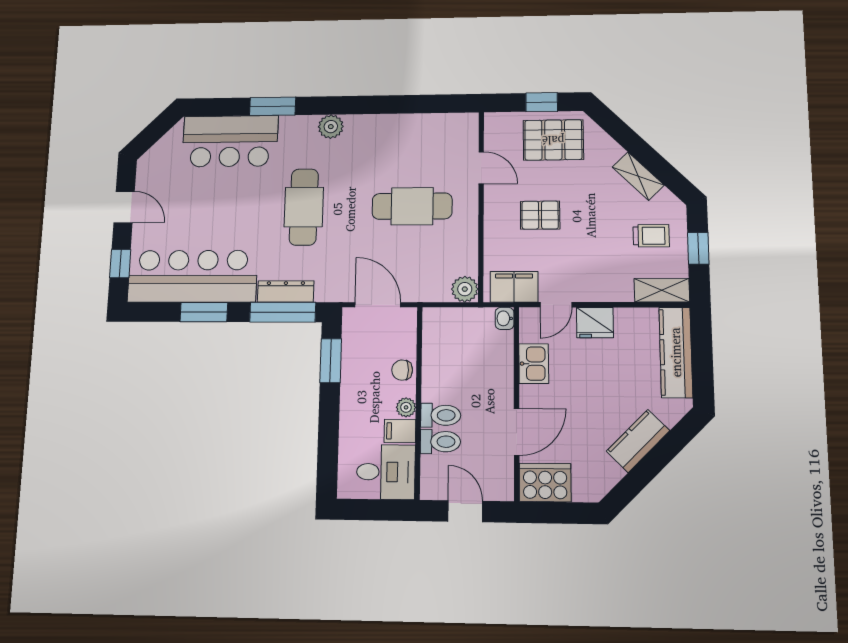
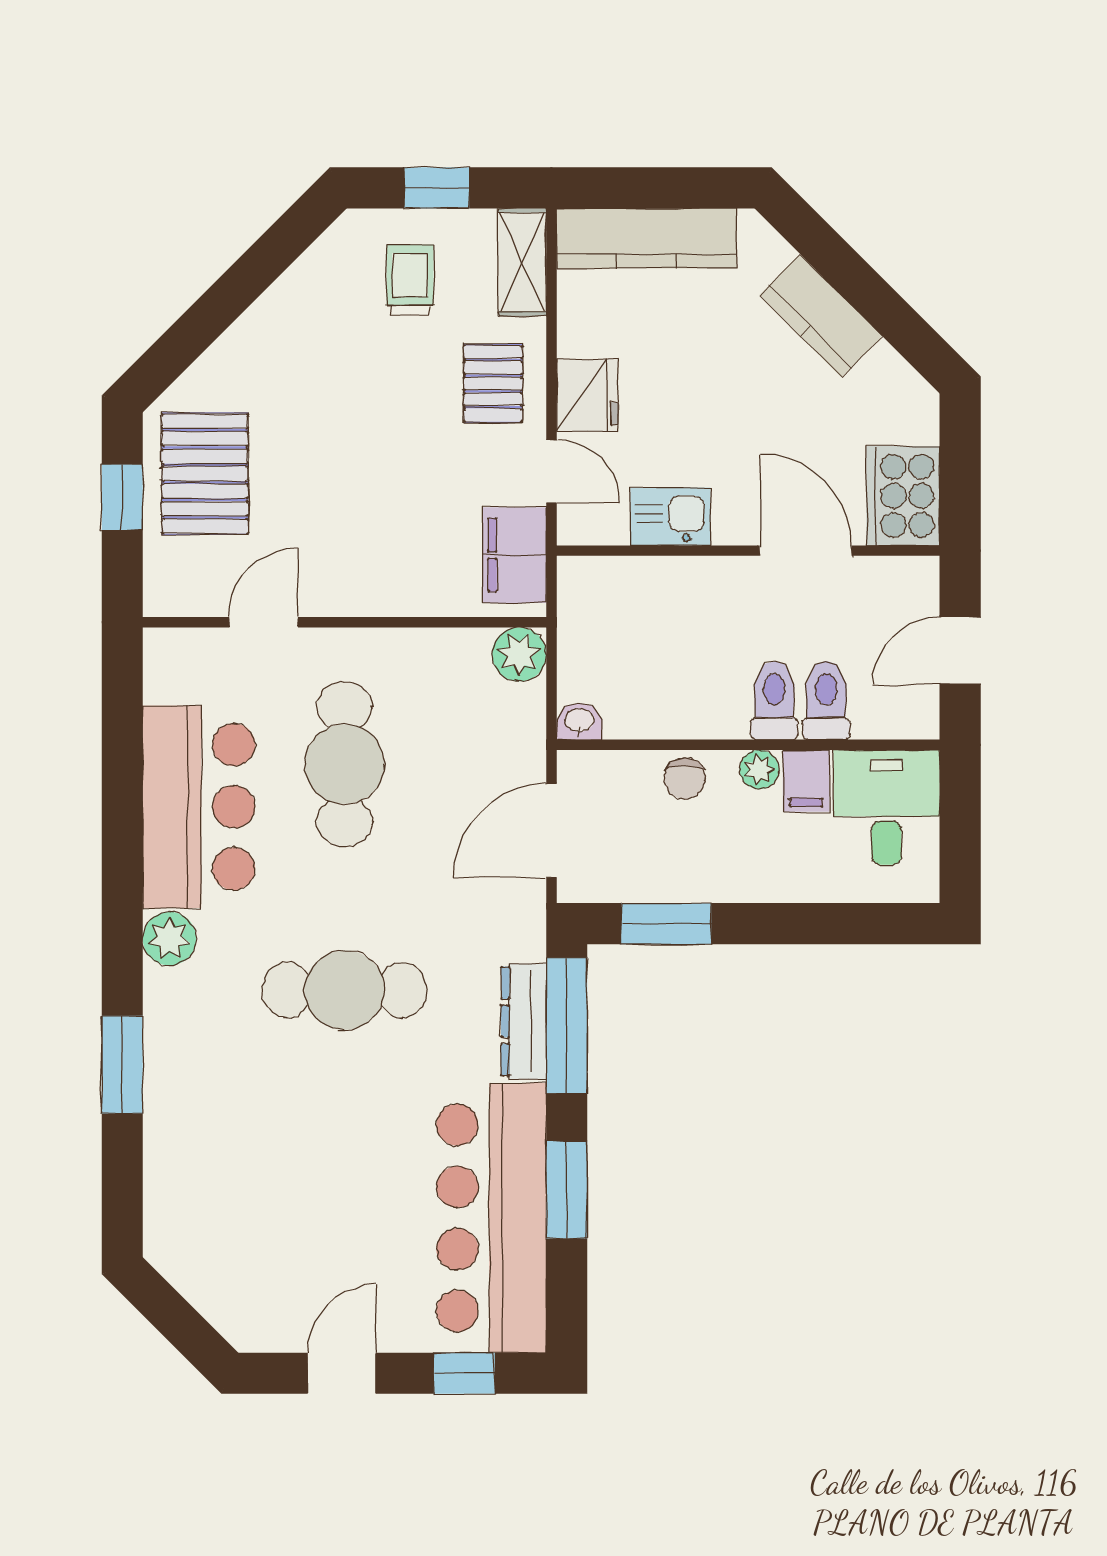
bar counter: (230, 141) -> (199, 807), moved
shelving: (638, 176) -> (285, 303), removed
pallet: (540, 215) -> (493, 384), moved
washbasin: (505, 318) -> (579, 721), moved, turned 180

